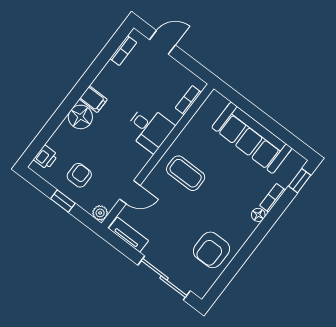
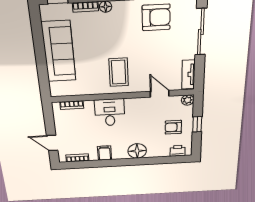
filing cabinet: (93, 99) -> (105, 153), moved

